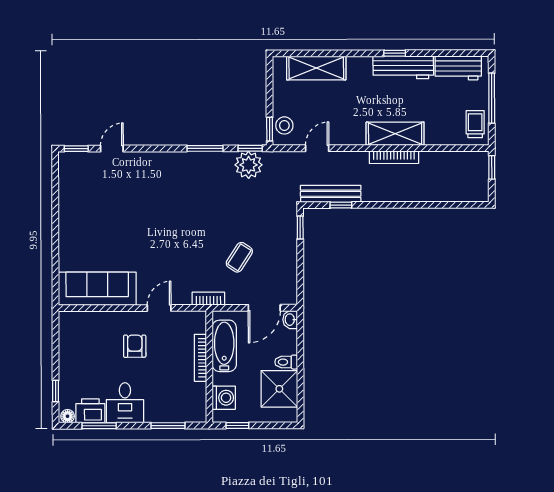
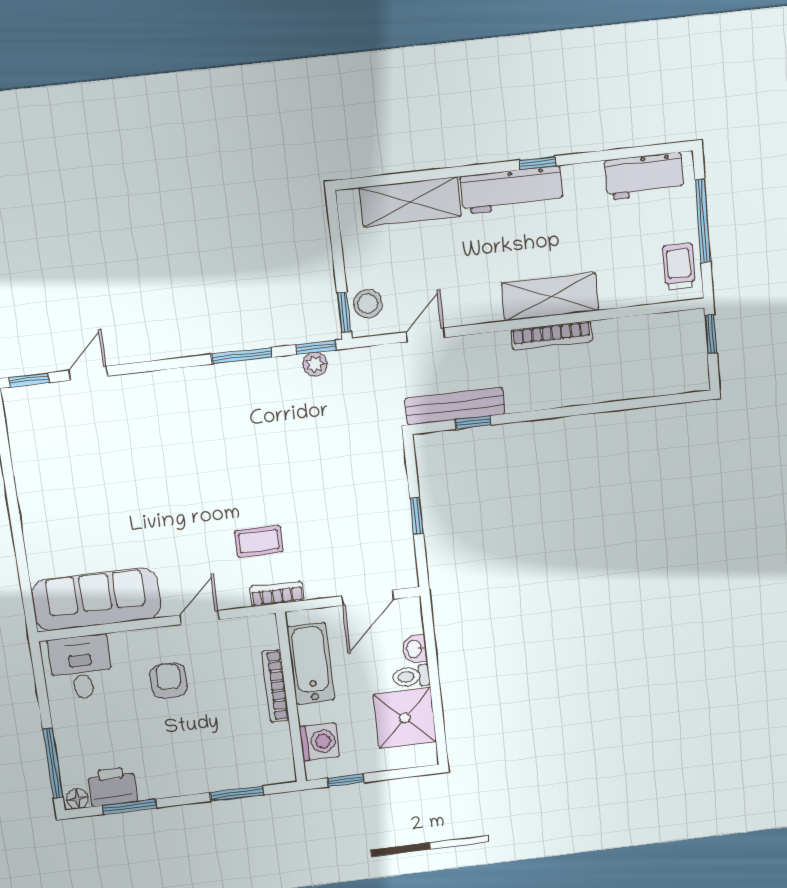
workbench: (403, 67) -> (512, 190), moved
plant: (249, 165) -> (315, 364), width x0.53, depth x0.53
window: (300, 228) -> (417, 516), moved
coffee table: (239, 257) -> (259, 541), moved, turned 57
washbasin: (290, 320) -> (415, 649), moved
window: (56, 391) -> (53, 763), width x2.17
desk: (125, 403) -> (81, 668), moved, turned 180

